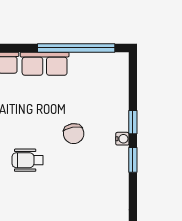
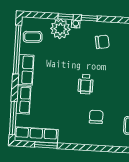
coffee table: (98, 71) -> (33, 37), added
plant: (113, 115) -> (60, 29), added
chair: (74, 134) -> (102, 42), moved

